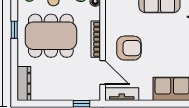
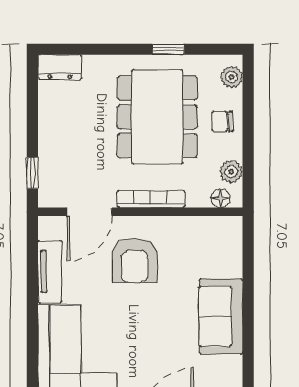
dresser: (24, 83) -> (60, 67), width x0.70
tv unit: (122, 94) -> (50, 272), moved

